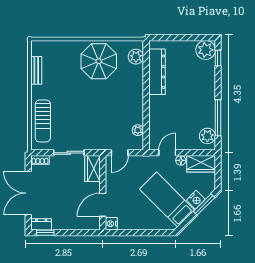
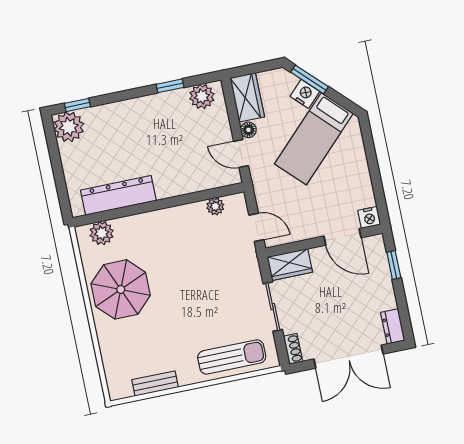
window: (218, 118) -> (170, 86), width x0.46
window: (45, 233) -> (394, 265), moved

